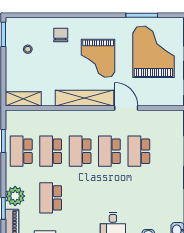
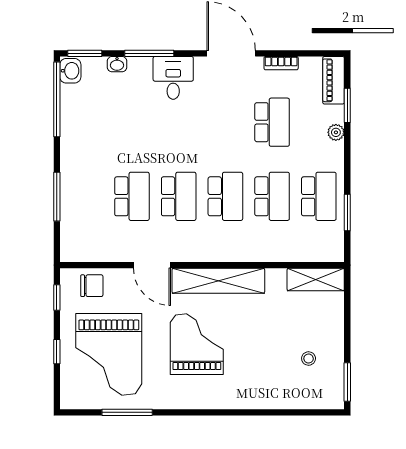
chair: (61, 35) -> (92, 286), moved, turned -90
plant: (15, 196) -> (336, 132), width x0.53, depth x0.53

